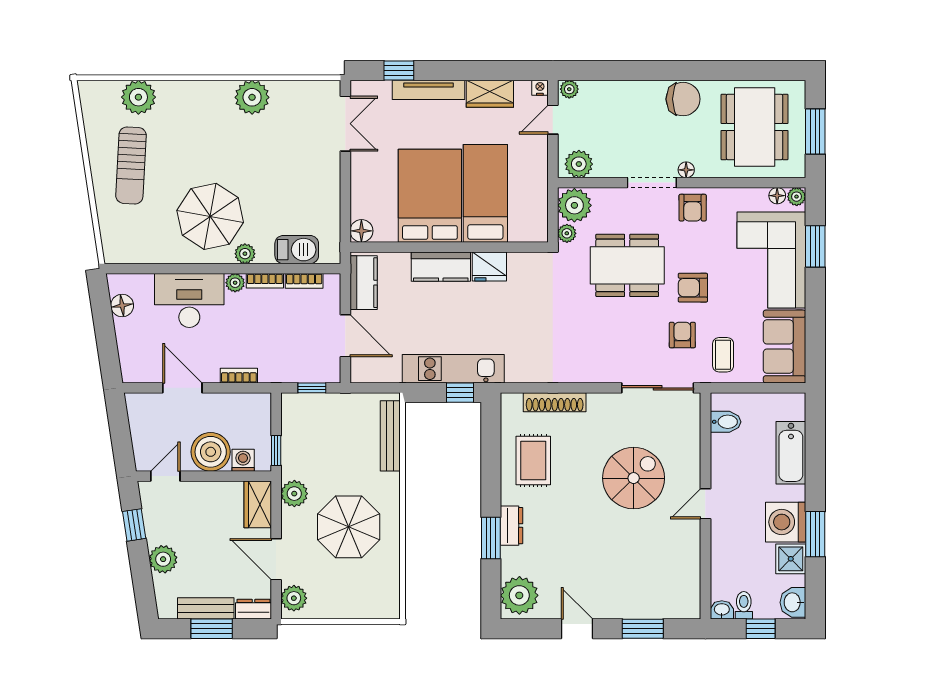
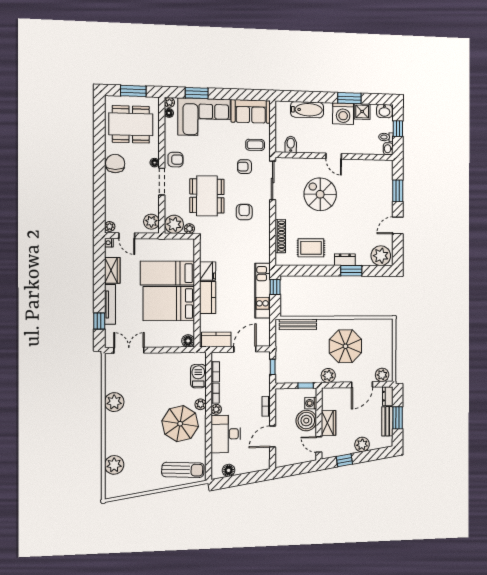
sun lounger: (131, 165) -> (183, 470), moved
armchair: (693, 288) -> (244, 212), moved, turned 180
wardrobe: (258, 504) -> (329, 423), moved, turned -90

